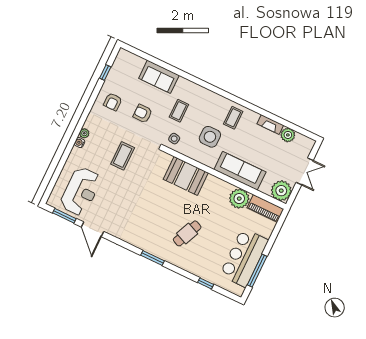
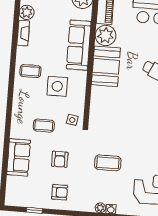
booth: (186, 176) -> (106, 66), moved

